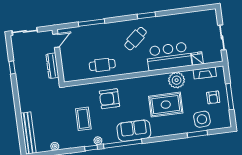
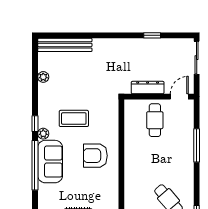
door: (56, 41) -> (179, 97), swing flipped
cafe table: (102, 65) -> (155, 120), moved
armchair: (109, 99) -> (95, 156), turned -90
sofa: (134, 131) -> (50, 162), moved

